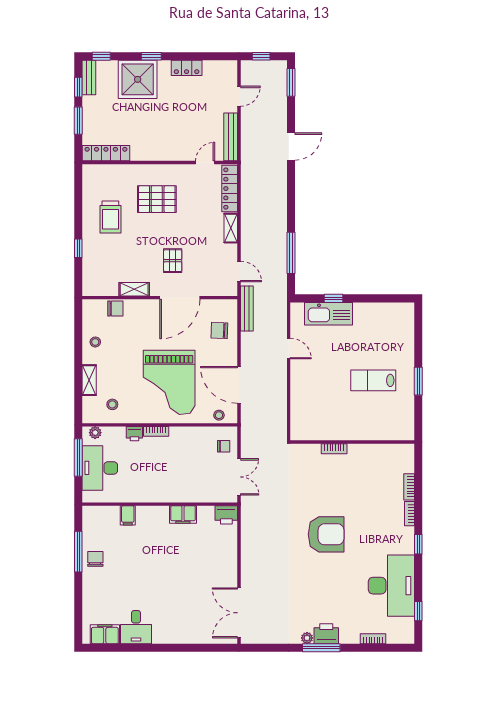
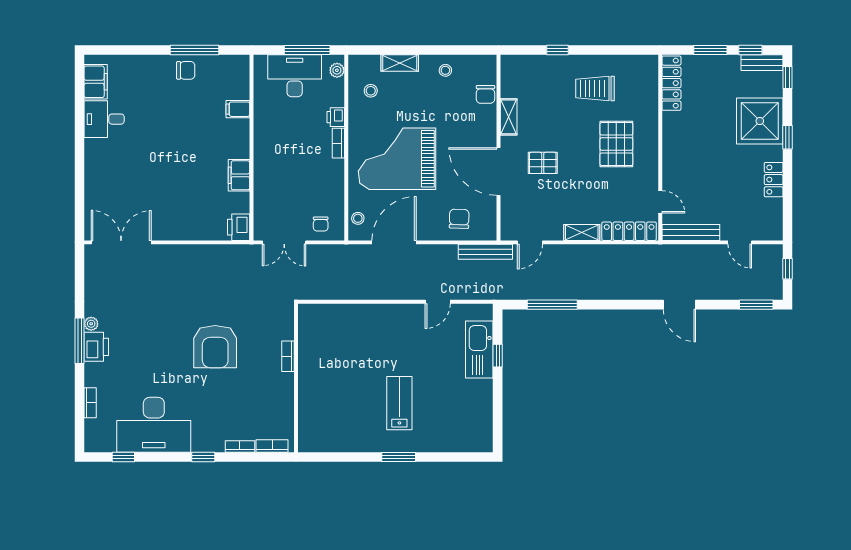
wall: (352, 442) -> (296, 378), moved
bookcase: (334, 449) -> (288, 356), moved

